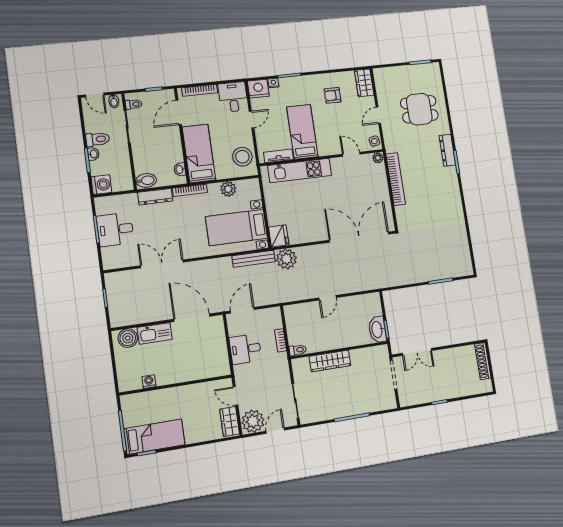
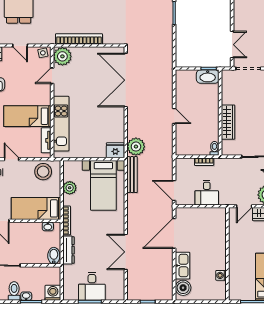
plant: (378, 158) -> (62, 56), width x1.88, depth x1.88

